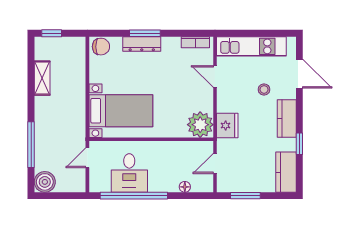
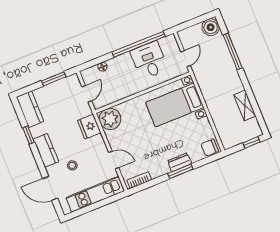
dresser: (142, 44) -> (179, 162), width x0.70

